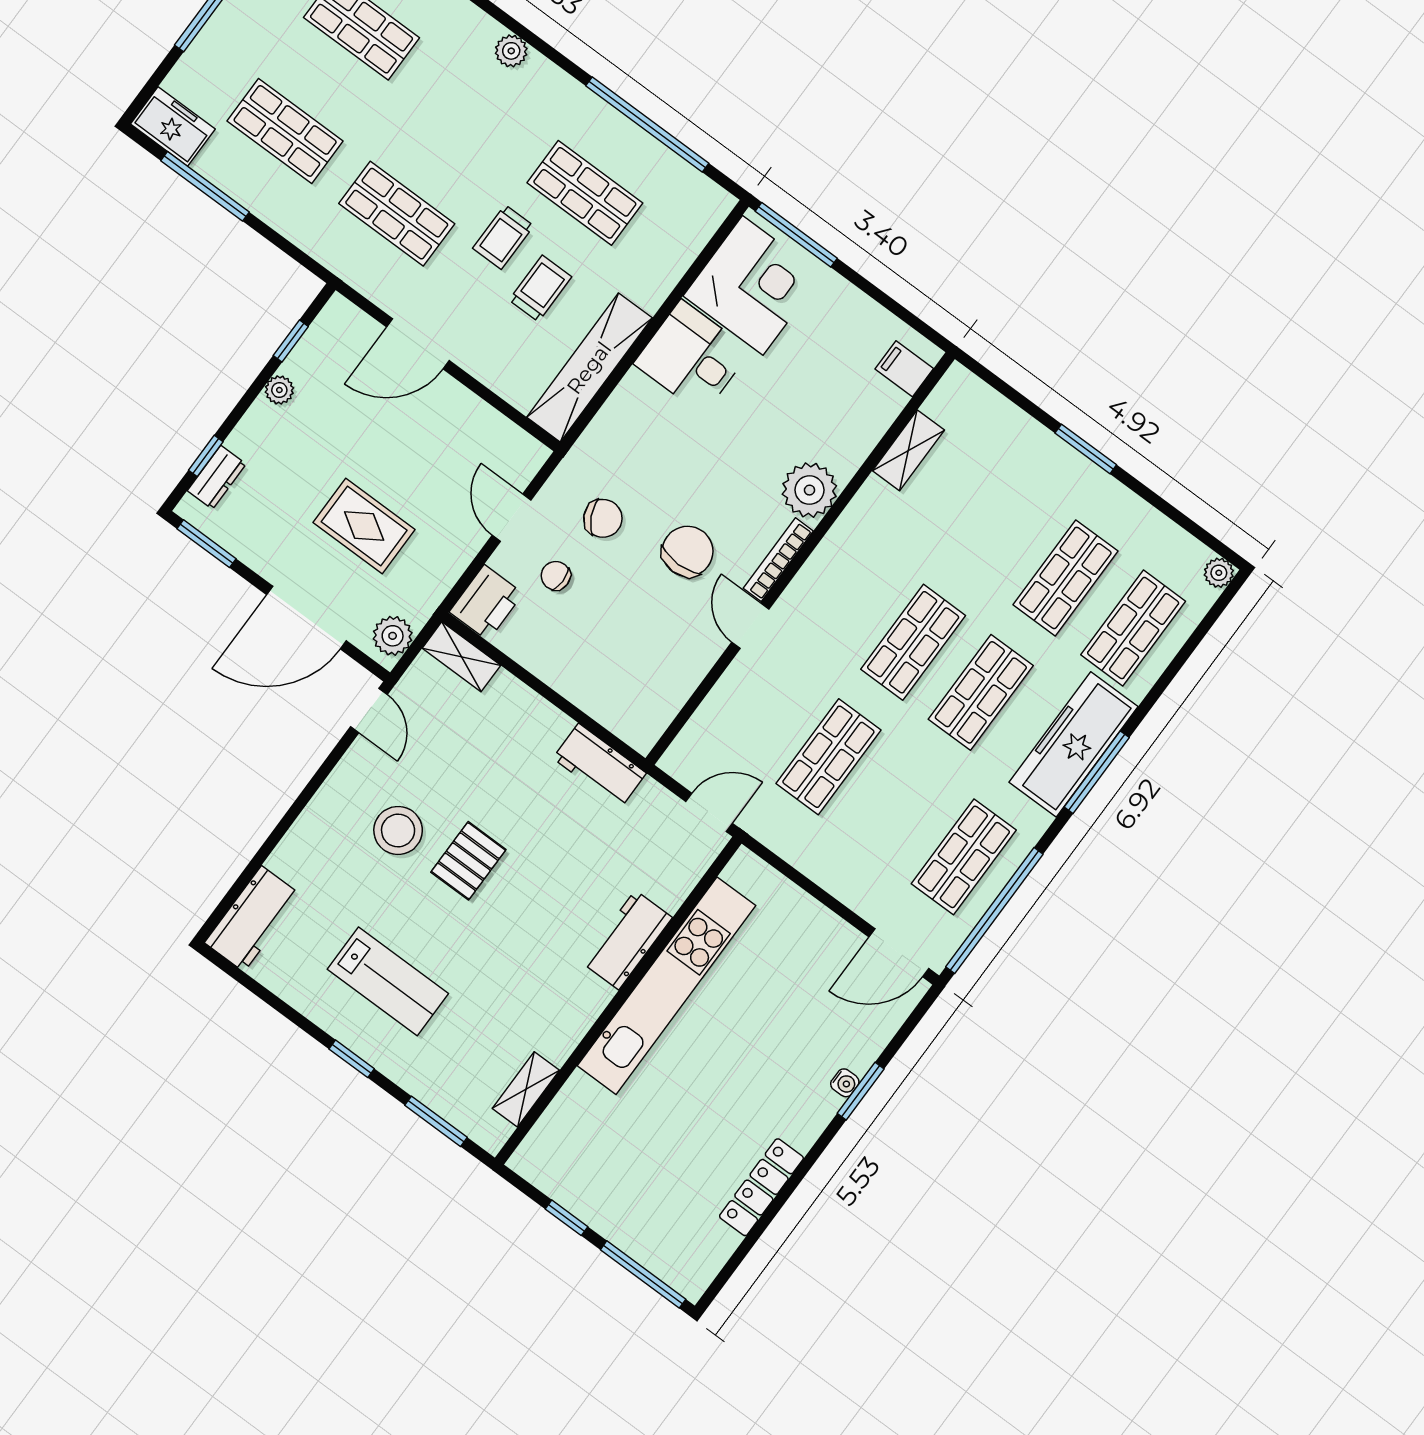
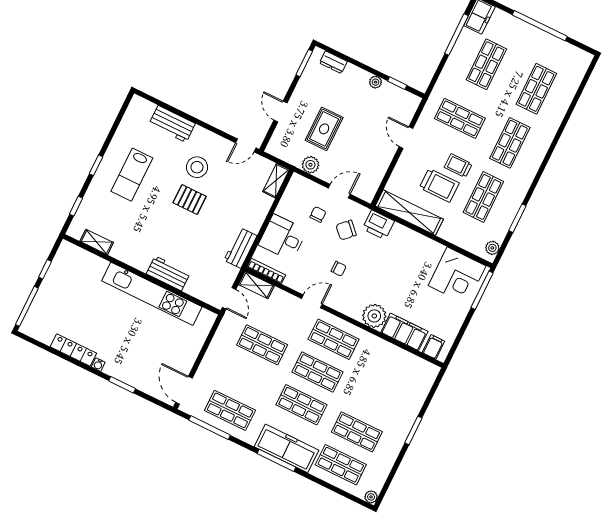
plant: (511, 51) -> (492, 248), moved
shop shelf: (473, 110) -> (510, 143), added
window: (647, 125) -> (517, 218), width x0.47
shop shelf: (397, 214) -> (460, 118), turned 90
trolley: (540, 288) -> (439, 185), width x1.36, depth x1.39
door: (418, 344) -> (406, 138), width x0.73
desk: (692, 357) -> (283, 237), moved, turned -90
filing cabinet: (858, 428) -> (404, 332), added
shelving: (908, 450) -> (256, 285), moved
window: (206, 456) -> (342, 56), removed
chair: (603, 518) -> (346, 230), turned 73
chair: (688, 551) -> (339, 269), width x0.54, depth x0.54
bookcase: (778, 560) -> (266, 271), moved
shop shelf: (845, 592) -> (334, 339), added
printer: (486, 603) -> (378, 225), moved
door: (307, 618) -> (281, 112), width x0.53
plant: (393, 636) -> (310, 165), moved
window: (994, 910) -> (210, 428), width x0.68
workbench: (253, 919) -> (172, 124), moved
water cooler: (845, 1083) -> (98, 365), moved
window: (436, 1121) -> (76, 206), width x0.67

